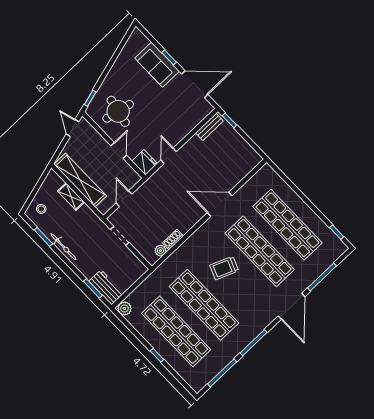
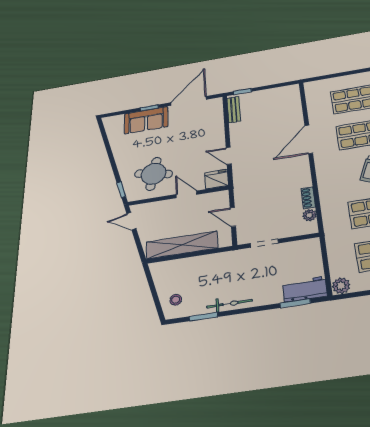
shelving: (71, 197) -> (189, 264), removed

